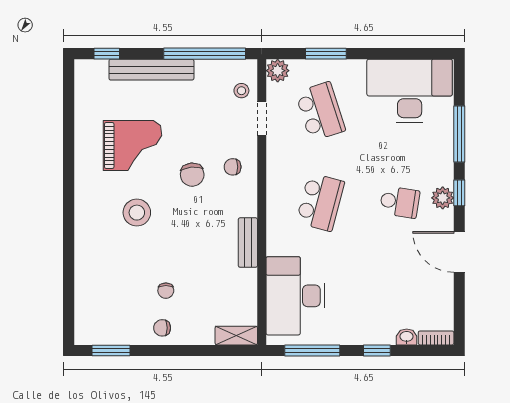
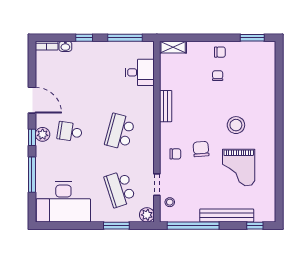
grand piano: (133, 146) -> (239, 167), turned -90
desk: (295, 296) -> (140, 72), width x0.53, depth x0.77

